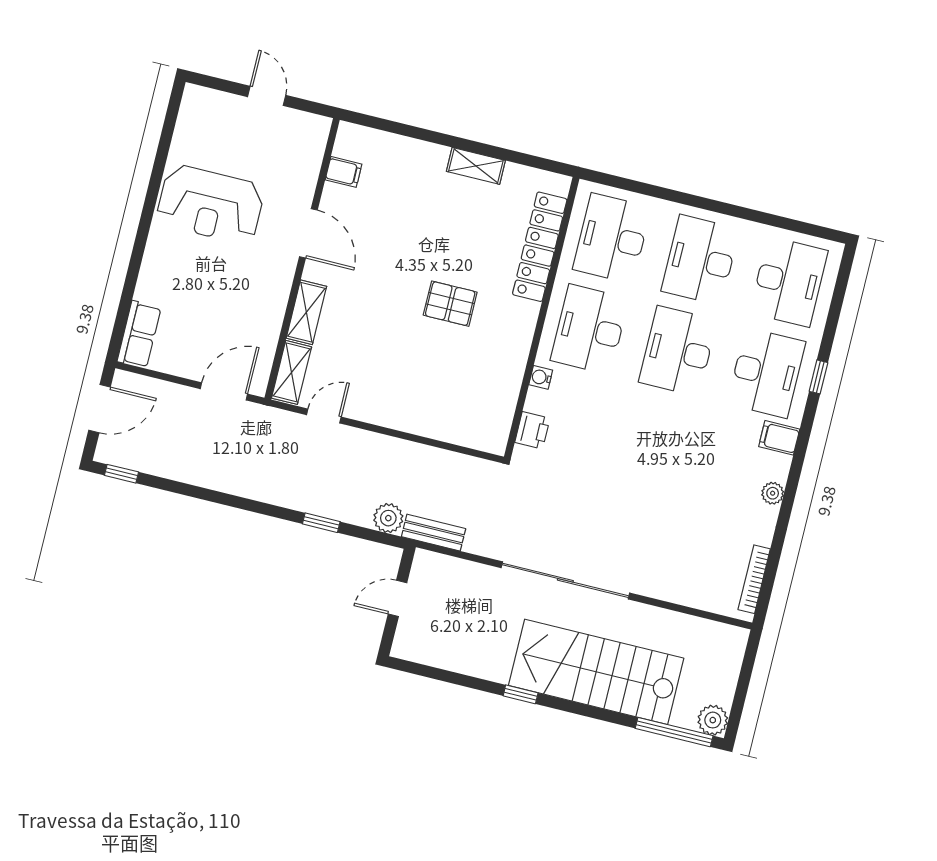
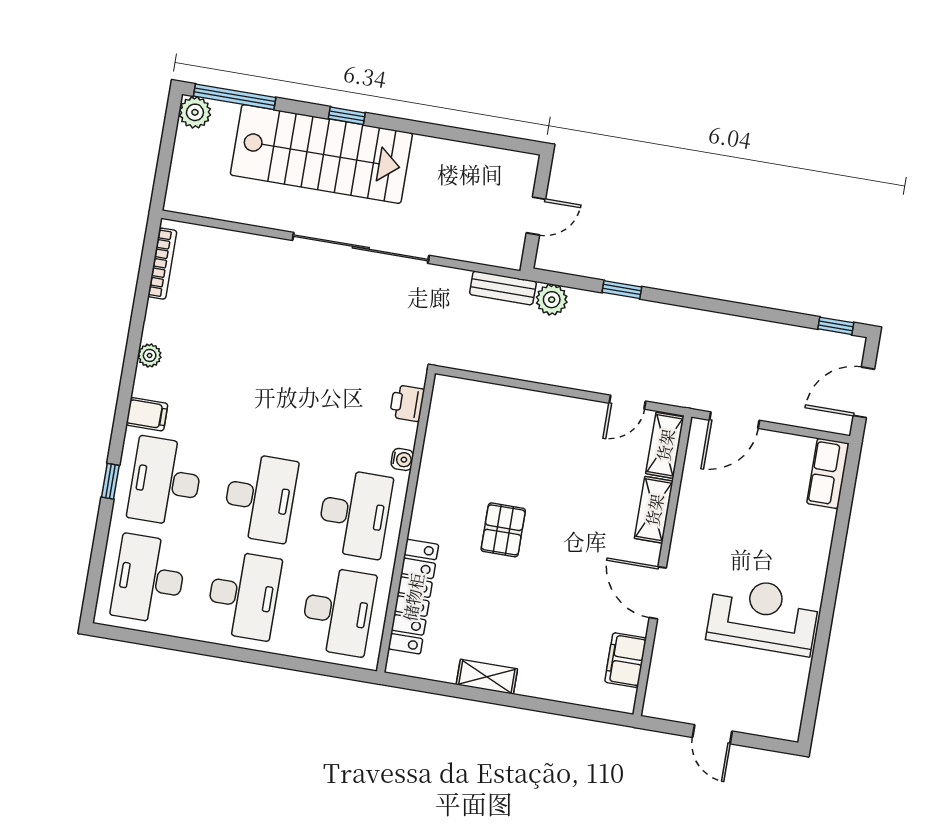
filing cabinet: (344, 172) -> (626, 660), width x2.00
pallet: (450, 304) -> (503, 530), turned 90
window: (521, 694) -> (347, 116), moved

